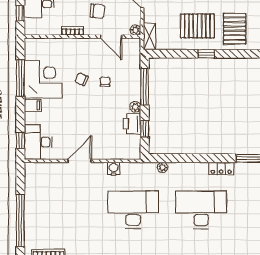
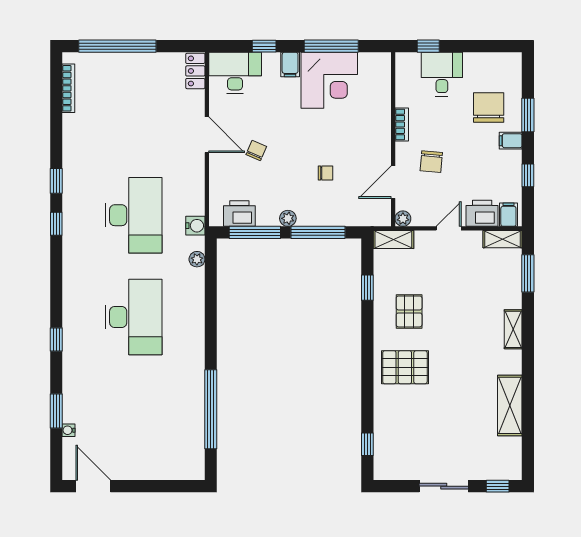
pallet: (197, 26) -> (409, 311), width x0.67, depth x0.71
window: (206, 54) -> (367, 288), moved
chair: (82, 79) -> (256, 151), moved
printer: (132, 124) -> (239, 213), moved
window: (145, 129) -> (255, 232), width x2.17
window: (20, 140) -> (264, 46), moved
water cooler: (114, 168) -> (195, 226), moved
locker: (221, 169) -> (195, 71), moved

